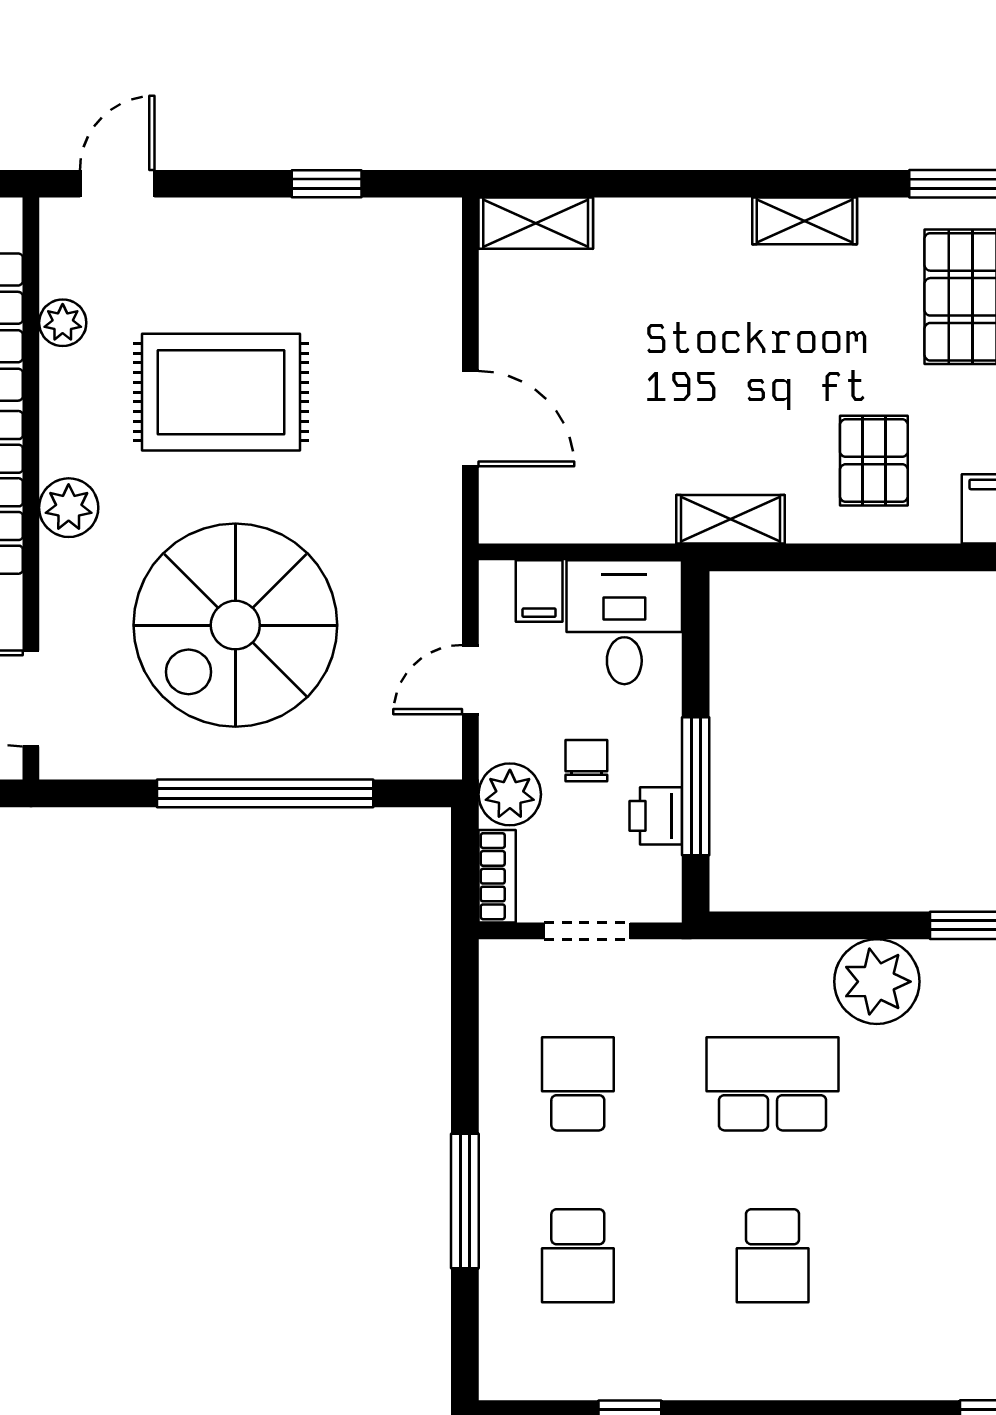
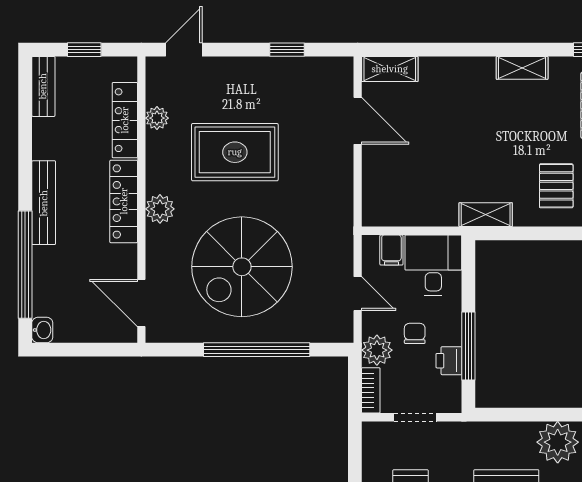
door: (470, 419) -> (358, 121), moved
door: (470, 680) -> (358, 294), swing flipped

